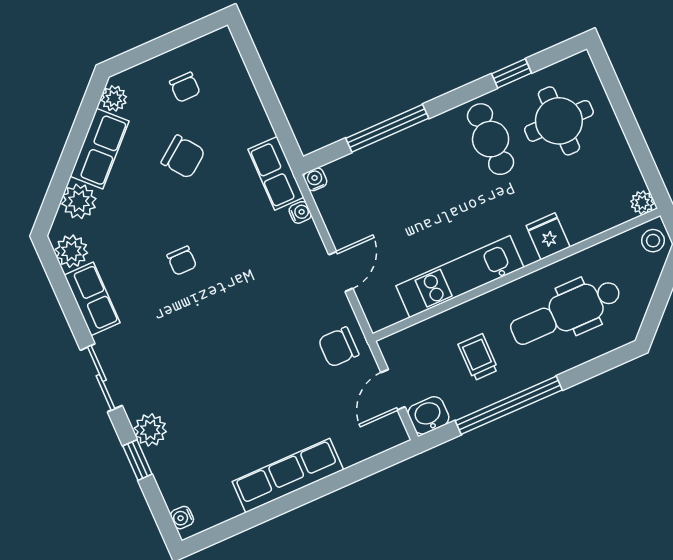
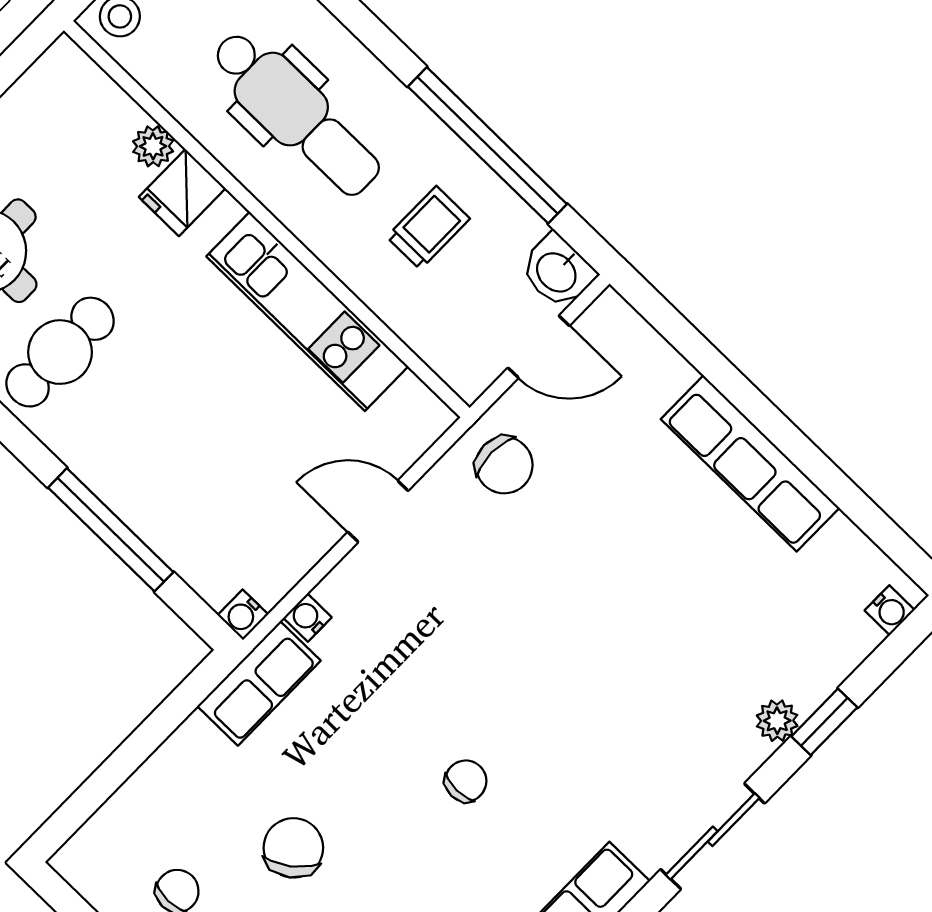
plant: (642, 202) -> (153, 146), moved
trolley: (478, 357) -> (428, 228), turned 180
plant: (150, 430) -> (777, 721), width x0.73, depth x0.73

